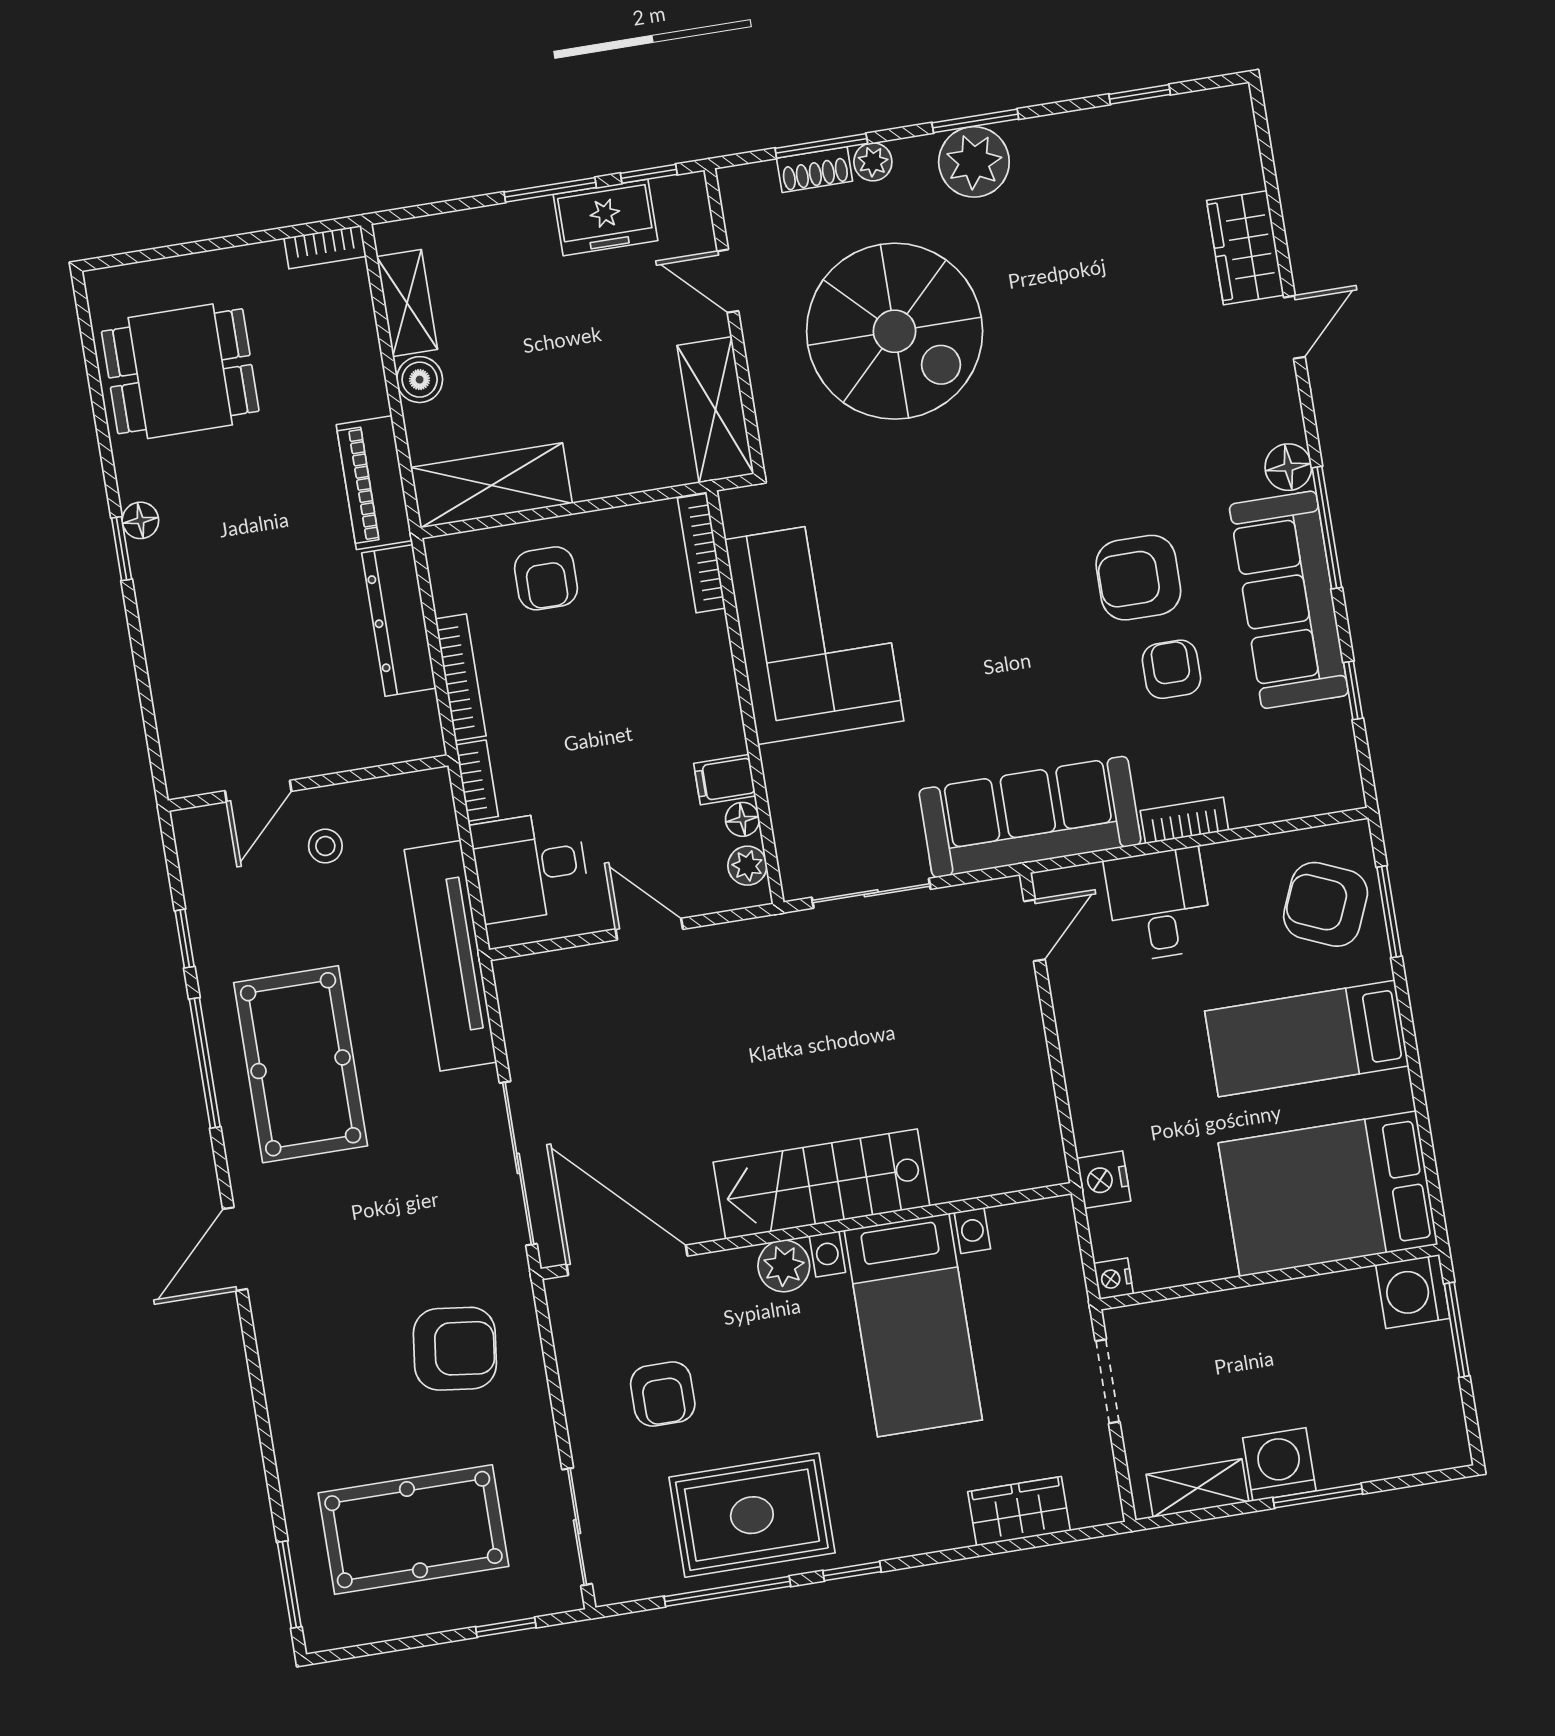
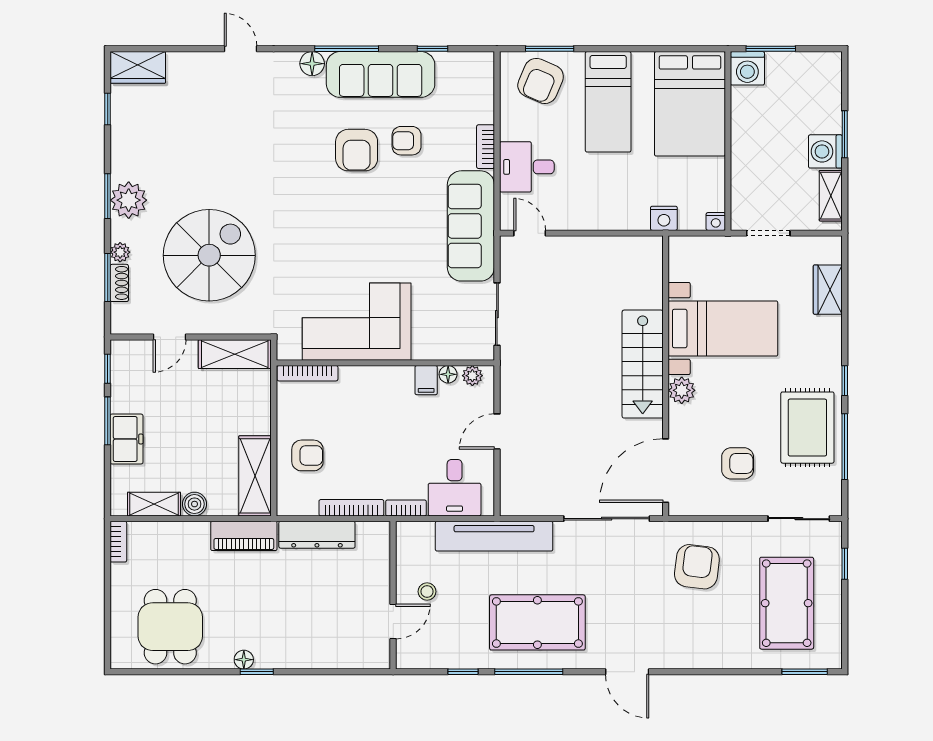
freezer: (606, 217) -> (126, 439), moved
wardrobe: (1245, 248) -> (138, 67), moved
door: (258, 791) -> (393, 622), hinge flipped

